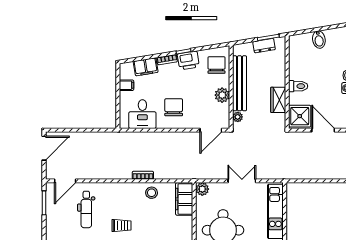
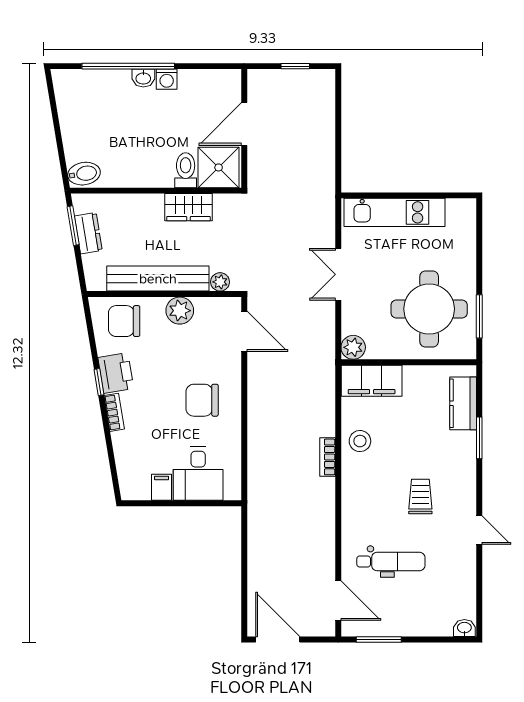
bidet: (319, 40) -> (84, 174), moved
filing cabinet: (146, 67) -> (128, 452), removed
toilet: (298, 86) -> (186, 170), moved
desk: (142, 114) -> (198, 474), moved, turned 90

